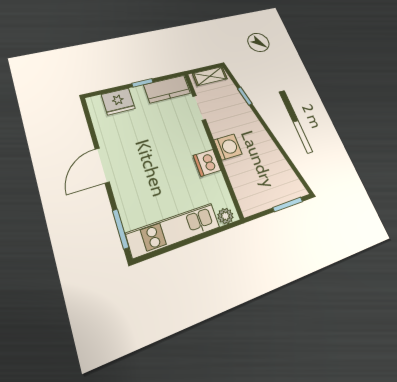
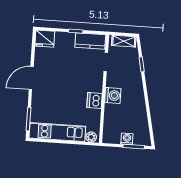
fridge: (118, 102) -> (45, 39), moved
washing machine: (274, 198) -> (127, 139), added

